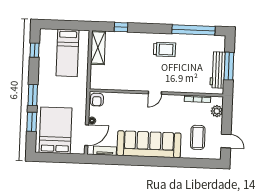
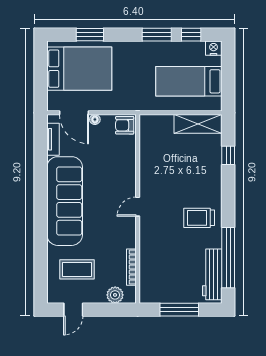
nightstand: (45, 35) -> (214, 48), added
trolley: (164, 49) -> (199, 218), turned 90
workbench: (218, 70) -> (212, 274), moved, turned -90
door: (155, 93) -> (138, 207), hinge flipped
window: (33, 95) -> (157, 35), moved

